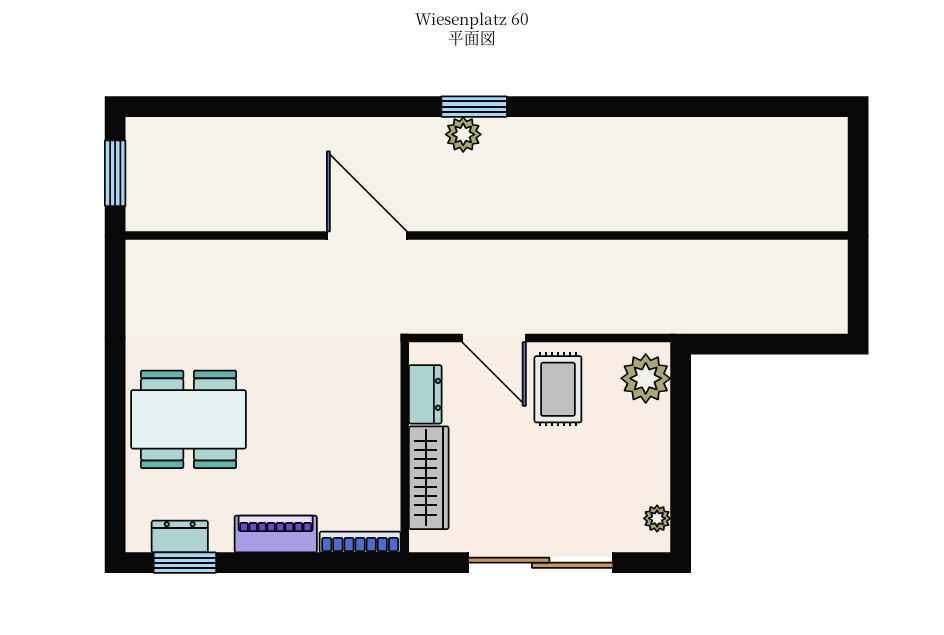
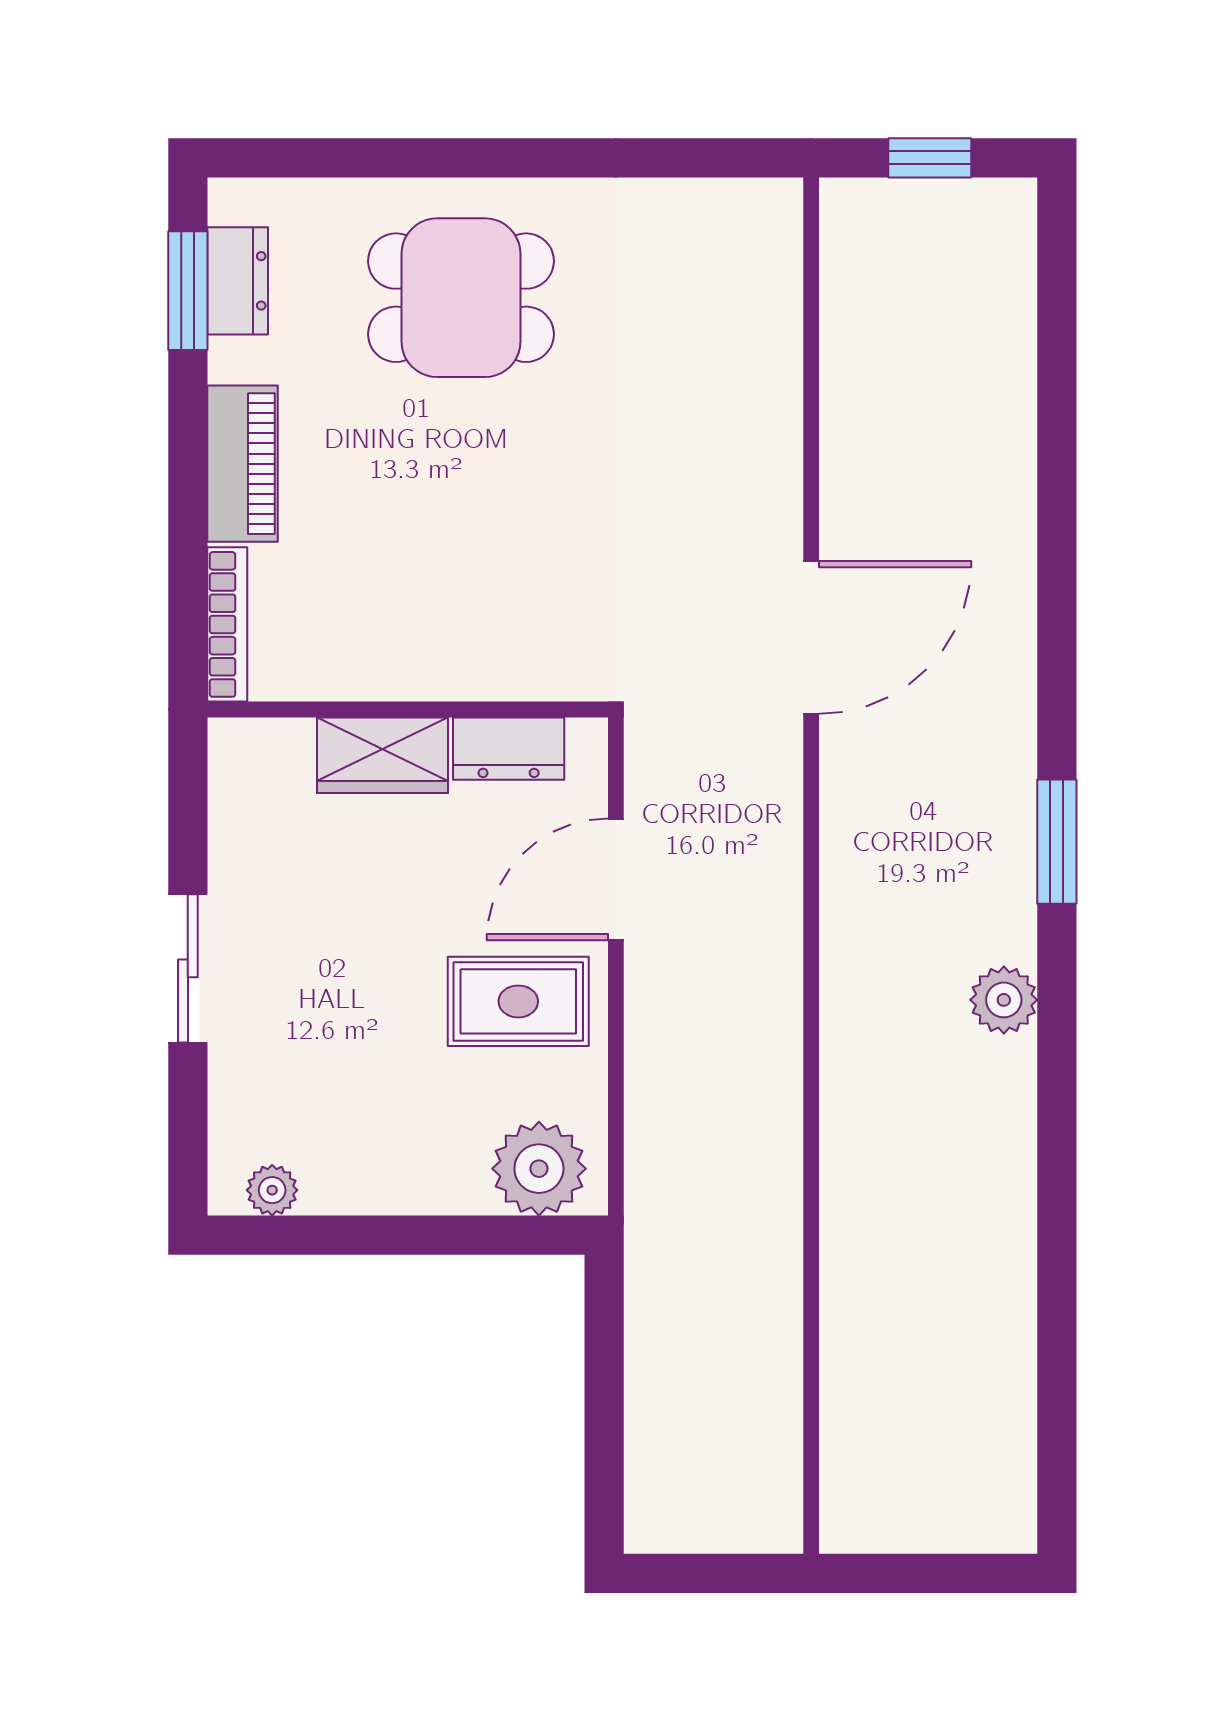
plant: (463, 134) -> (1004, 1000), moved
window: (115, 173) -> (930, 158), width x0.67
dining table: (189, 419) -> (461, 298), width x0.73
wardrobe: (429, 478) -> (383, 755), width x0.67
sliding door: (541, 563) -> (188, 968), width x0.54

